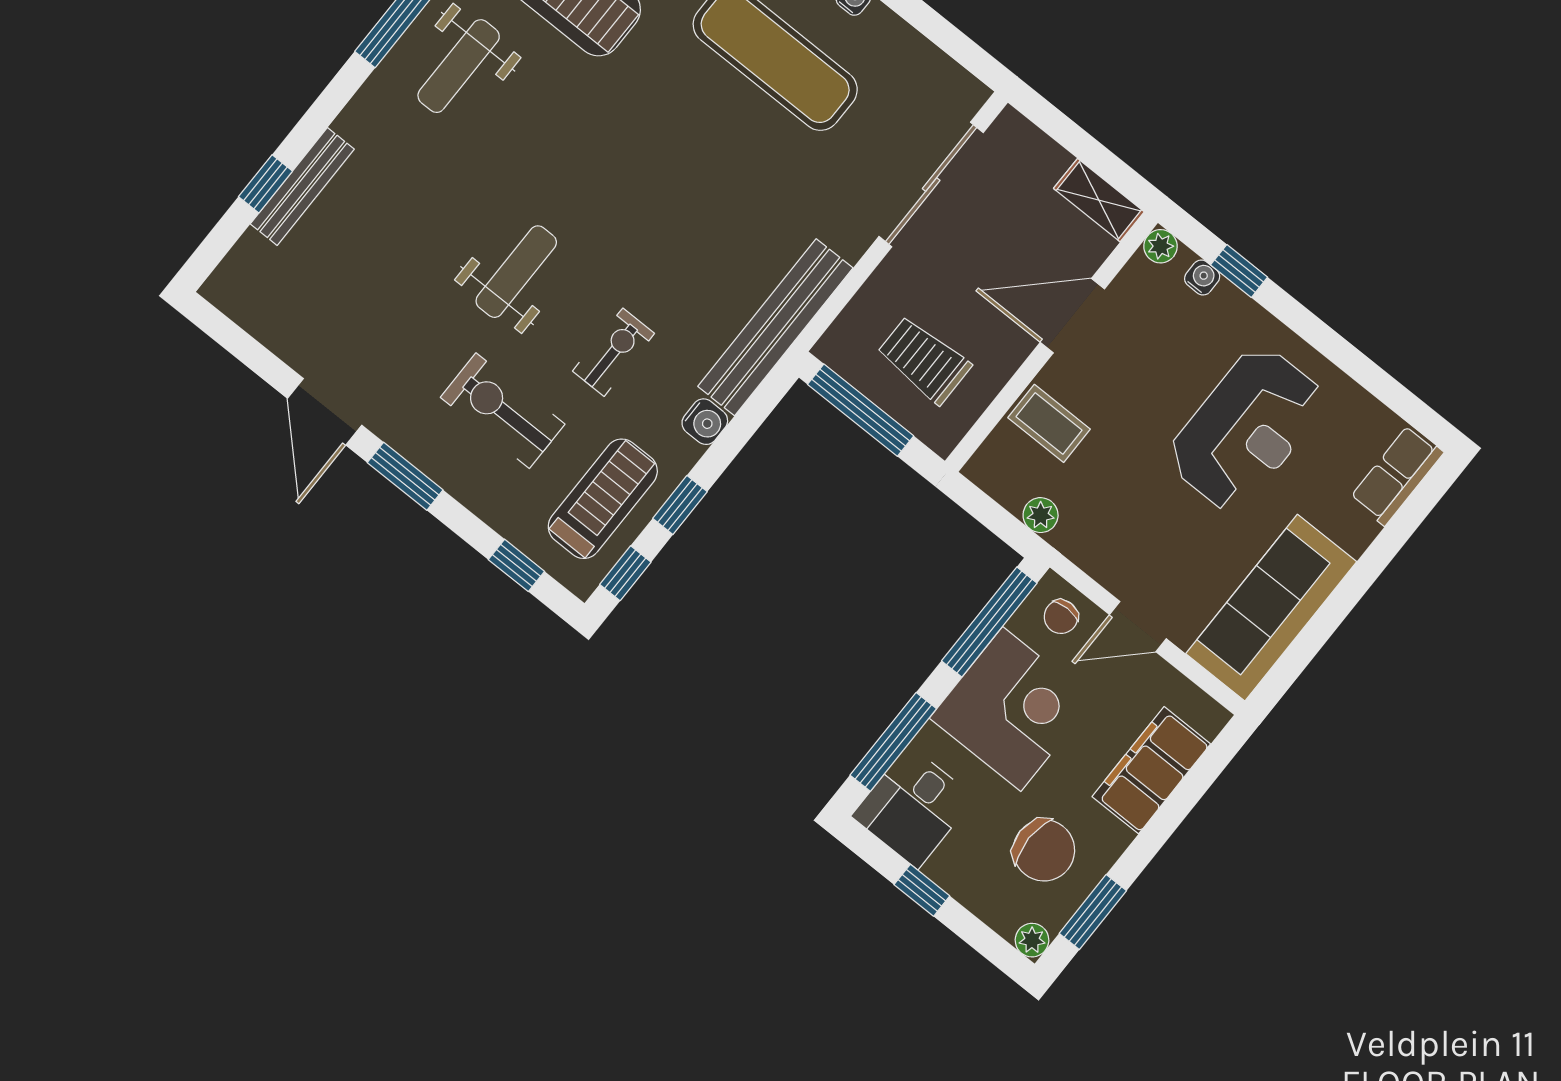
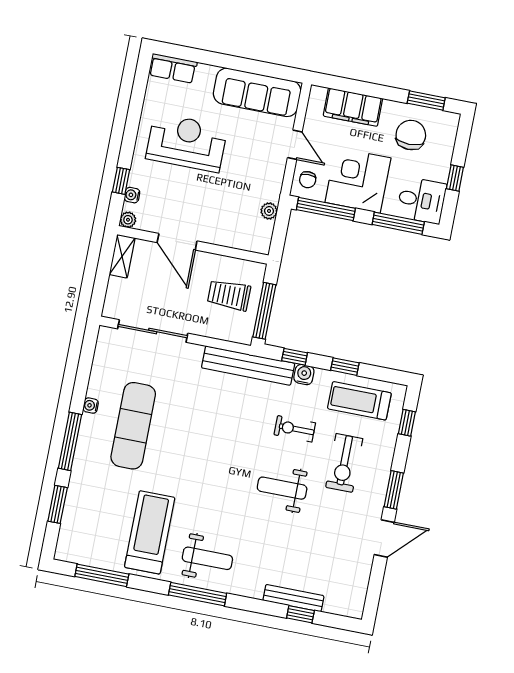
trolley: (924, 360) -> (229, 295), turned 90
coffee table: (1049, 423) -> (228, 228), removed
window: (625, 573) -> (295, 357), moved
chair: (1061, 617) -> (308, 180), turned 90
plant: (1032, 940) -> (452, 120), removed

